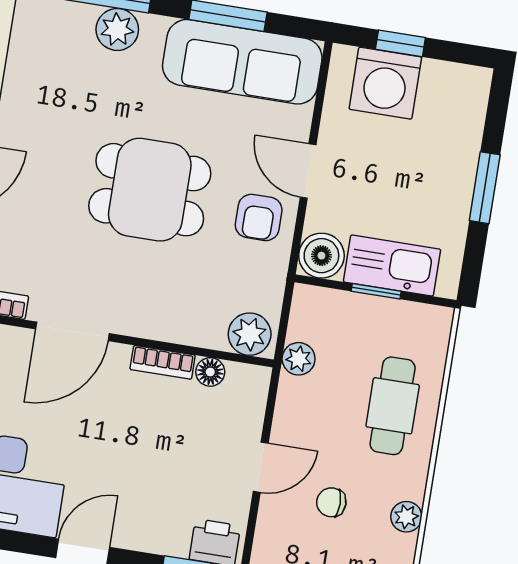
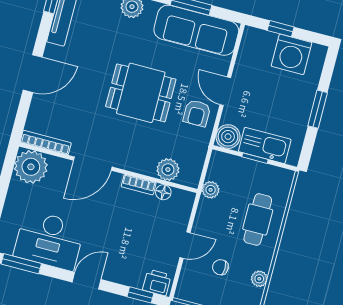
washing machine: (385, 83) -> (292, 54), moved
plant: (250, 334) -> (168, 170), moved

